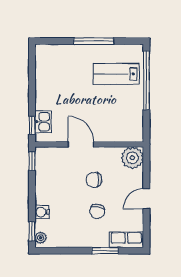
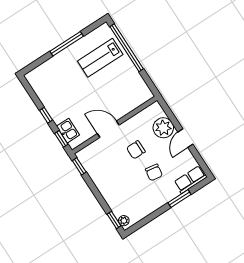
window: (32, 94) -> (46, 115), added
plant: (132, 158) -> (163, 128), moved
water cooler: (42, 212) -> (112, 200), removed

